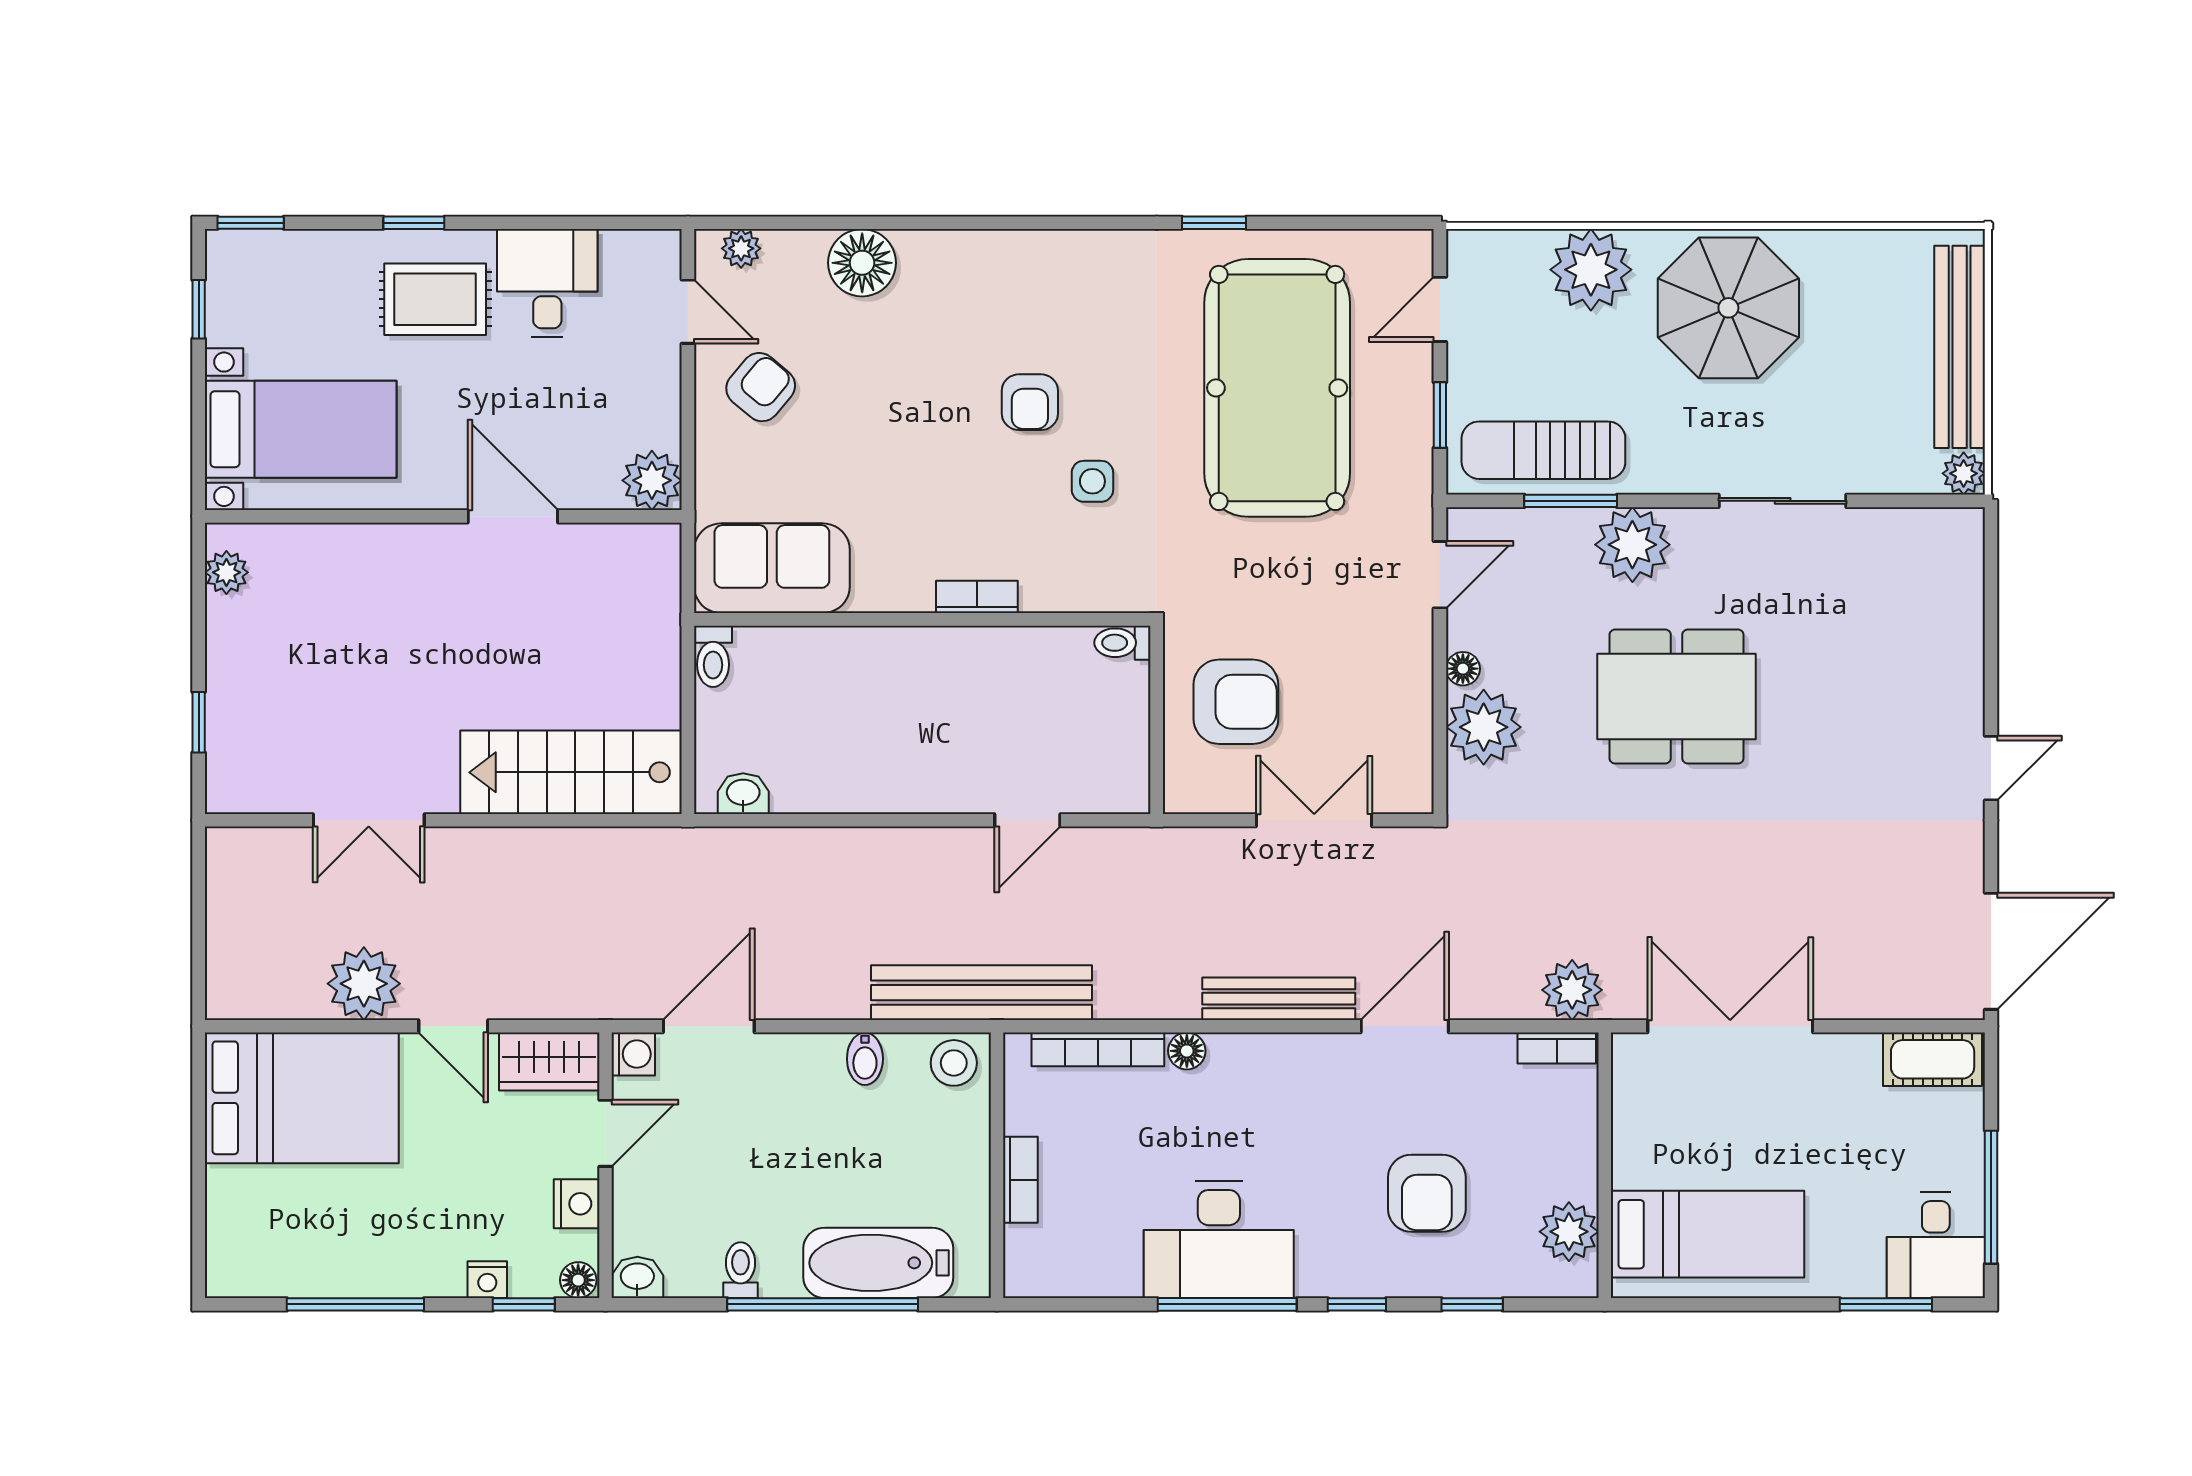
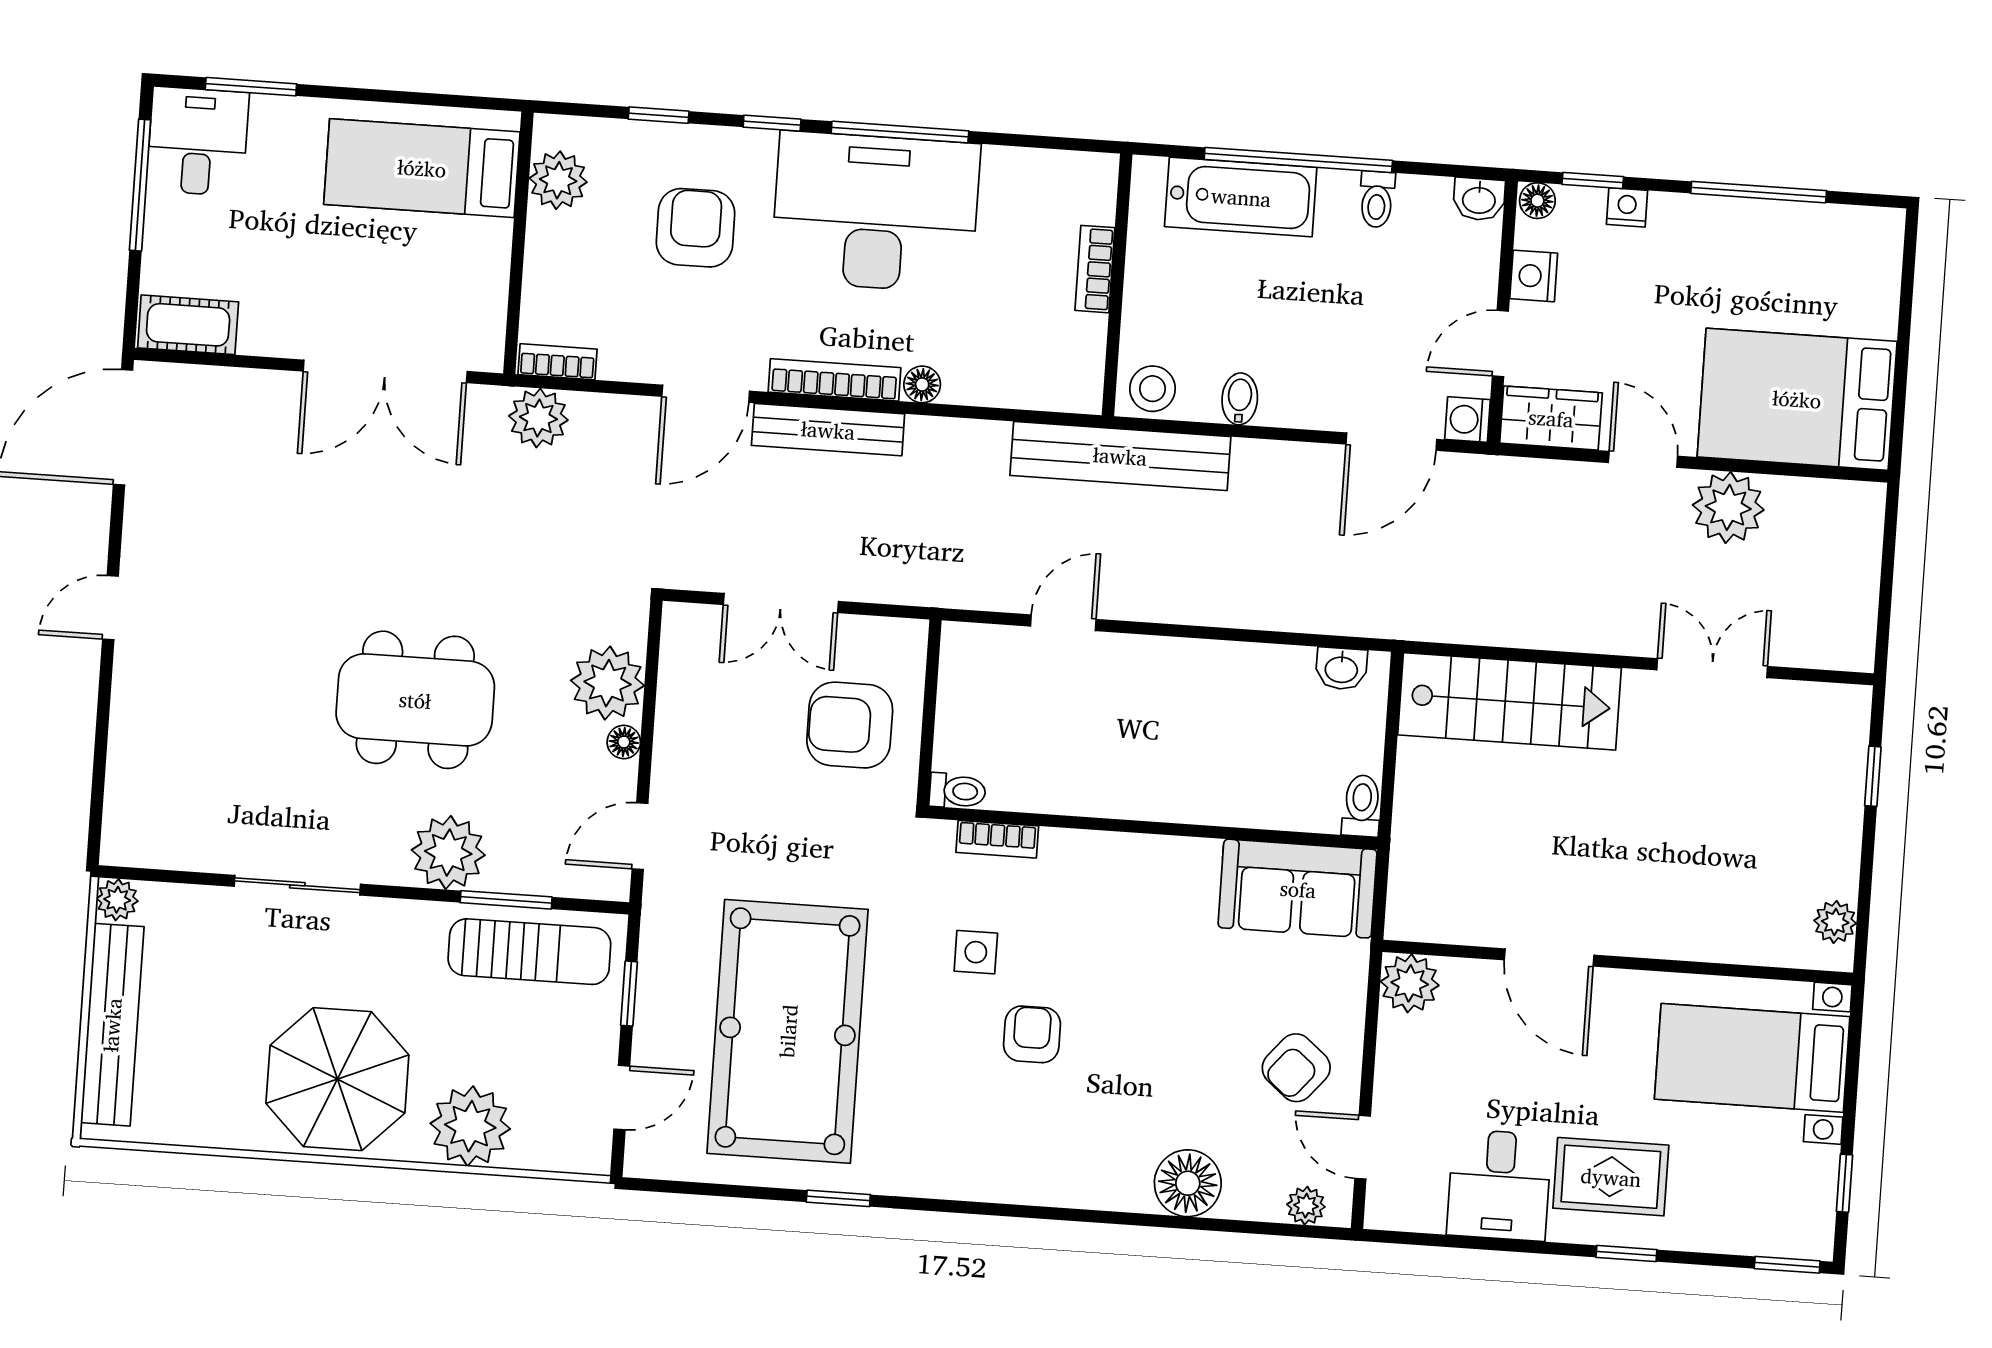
bookcase: (977, 597) -> (997, 839), moved
bookcase: (1098, 1049) -> (834, 380), moved
desk: (1219, 1239) -> (875, 212), width x1.36, depth x1.30

